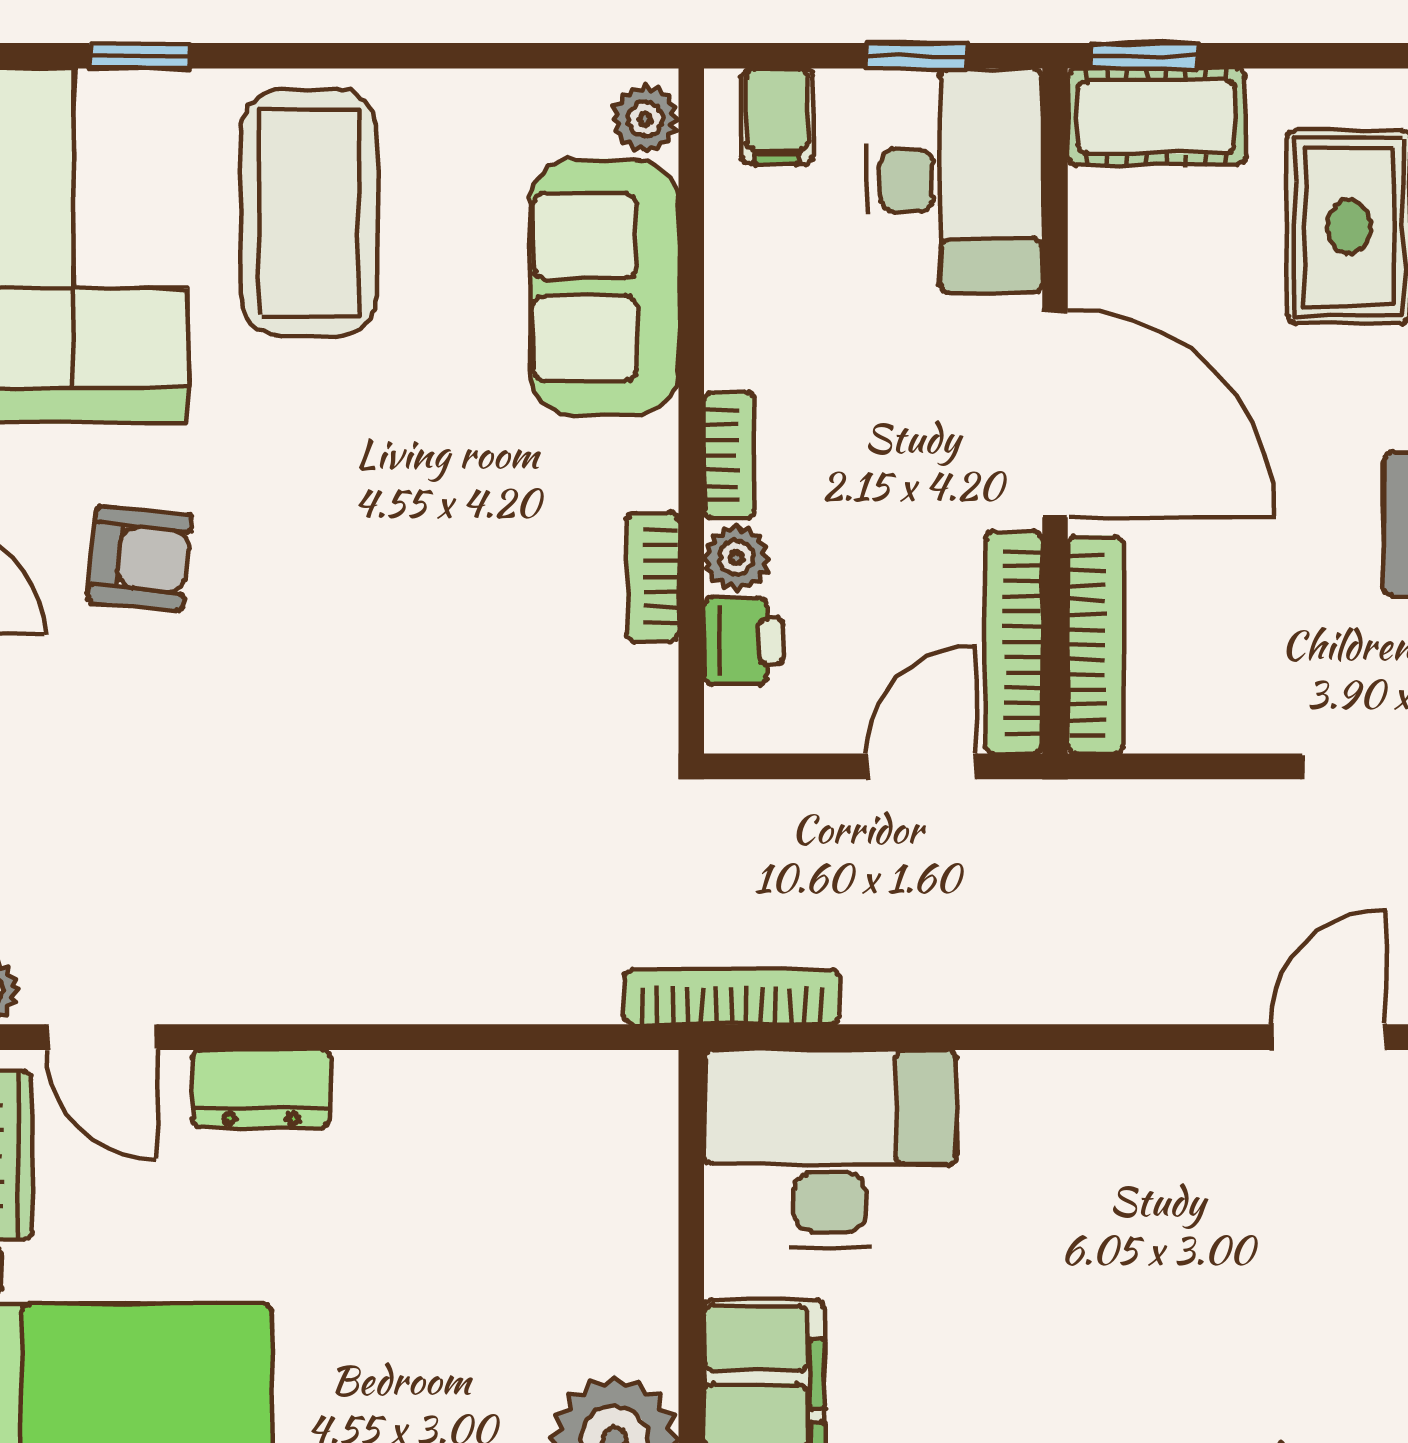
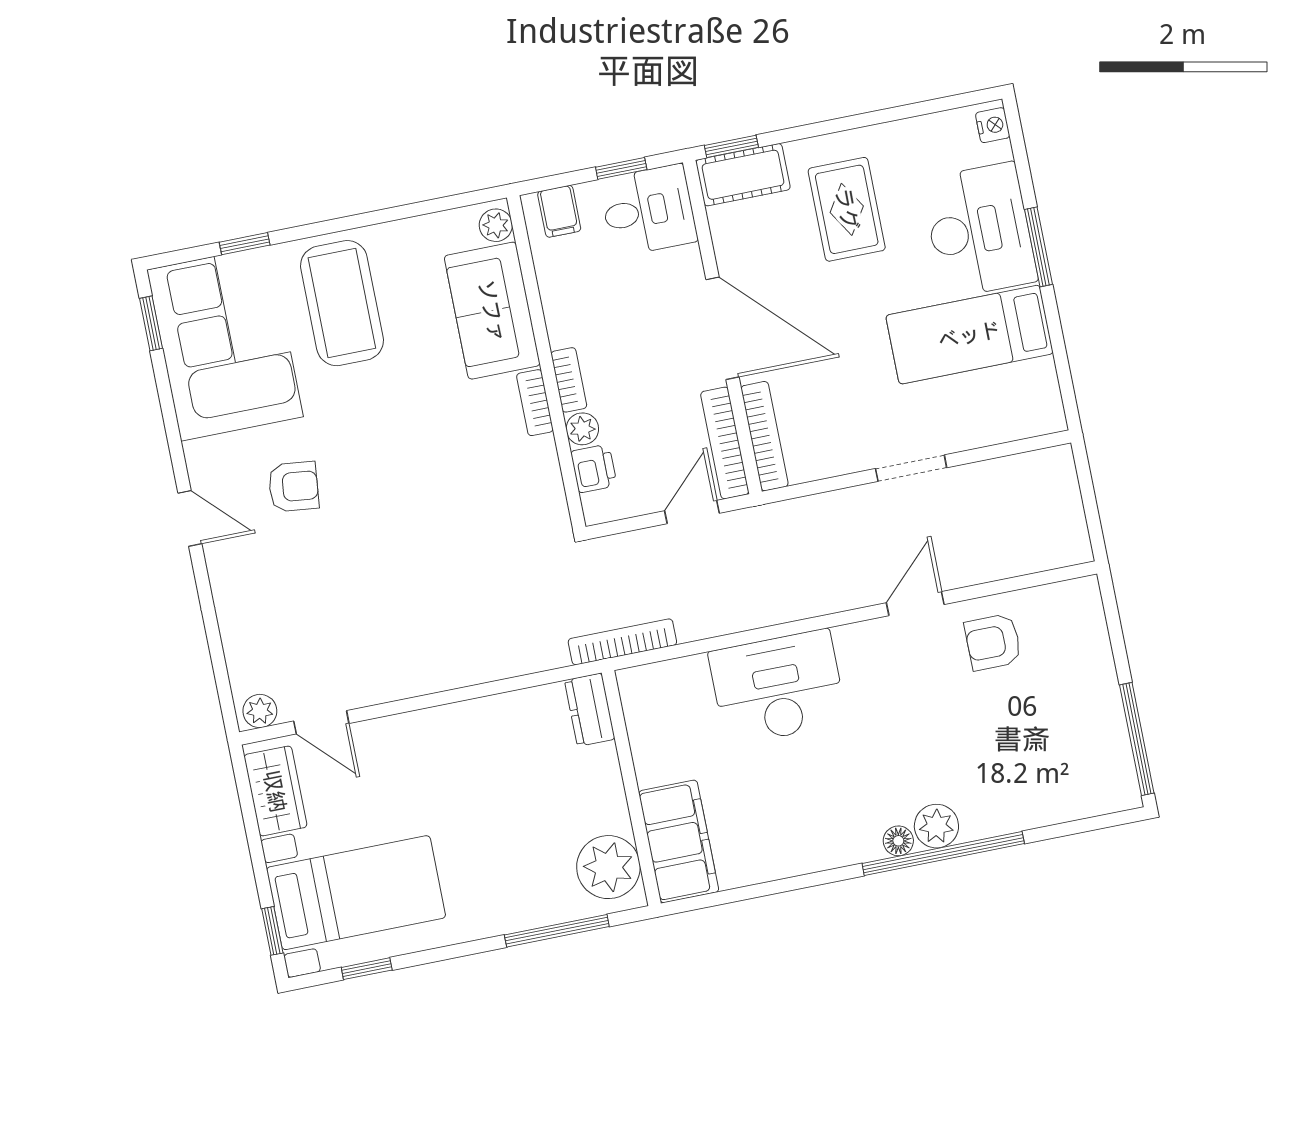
desk: (954, 180) -> (648, 210), width x0.73
bookcase: (653, 577) -> (535, 403), moved
dresser: (261, 1089) -> (590, 710), moved, turned 90
desk: (830, 1149) -> (778, 687), moved

